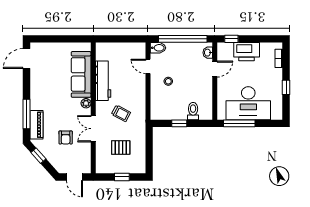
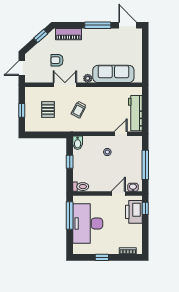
window: (183, 39) -> (145, 165), width x0.68
bidet: (158, 48) -> (78, 143), moved
printer: (247, 52) -> (134, 212), moved
door: (215, 69) -> (118, 193), swing flipped
workbench: (103, 81) -> (135, 113), moved, turned 90
toilet: (193, 111) -> (81, 187), moved
window: (27, 114) -> (98, 25), moved

